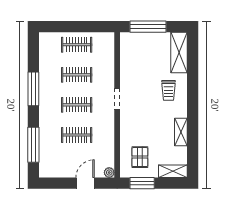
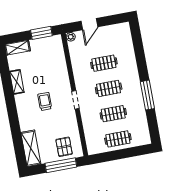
trolley: (168, 90) -> (45, 101), moved
window: (33, 145) -> (139, 48), removed
pallet: (140, 157) -> (64, 147), moved

